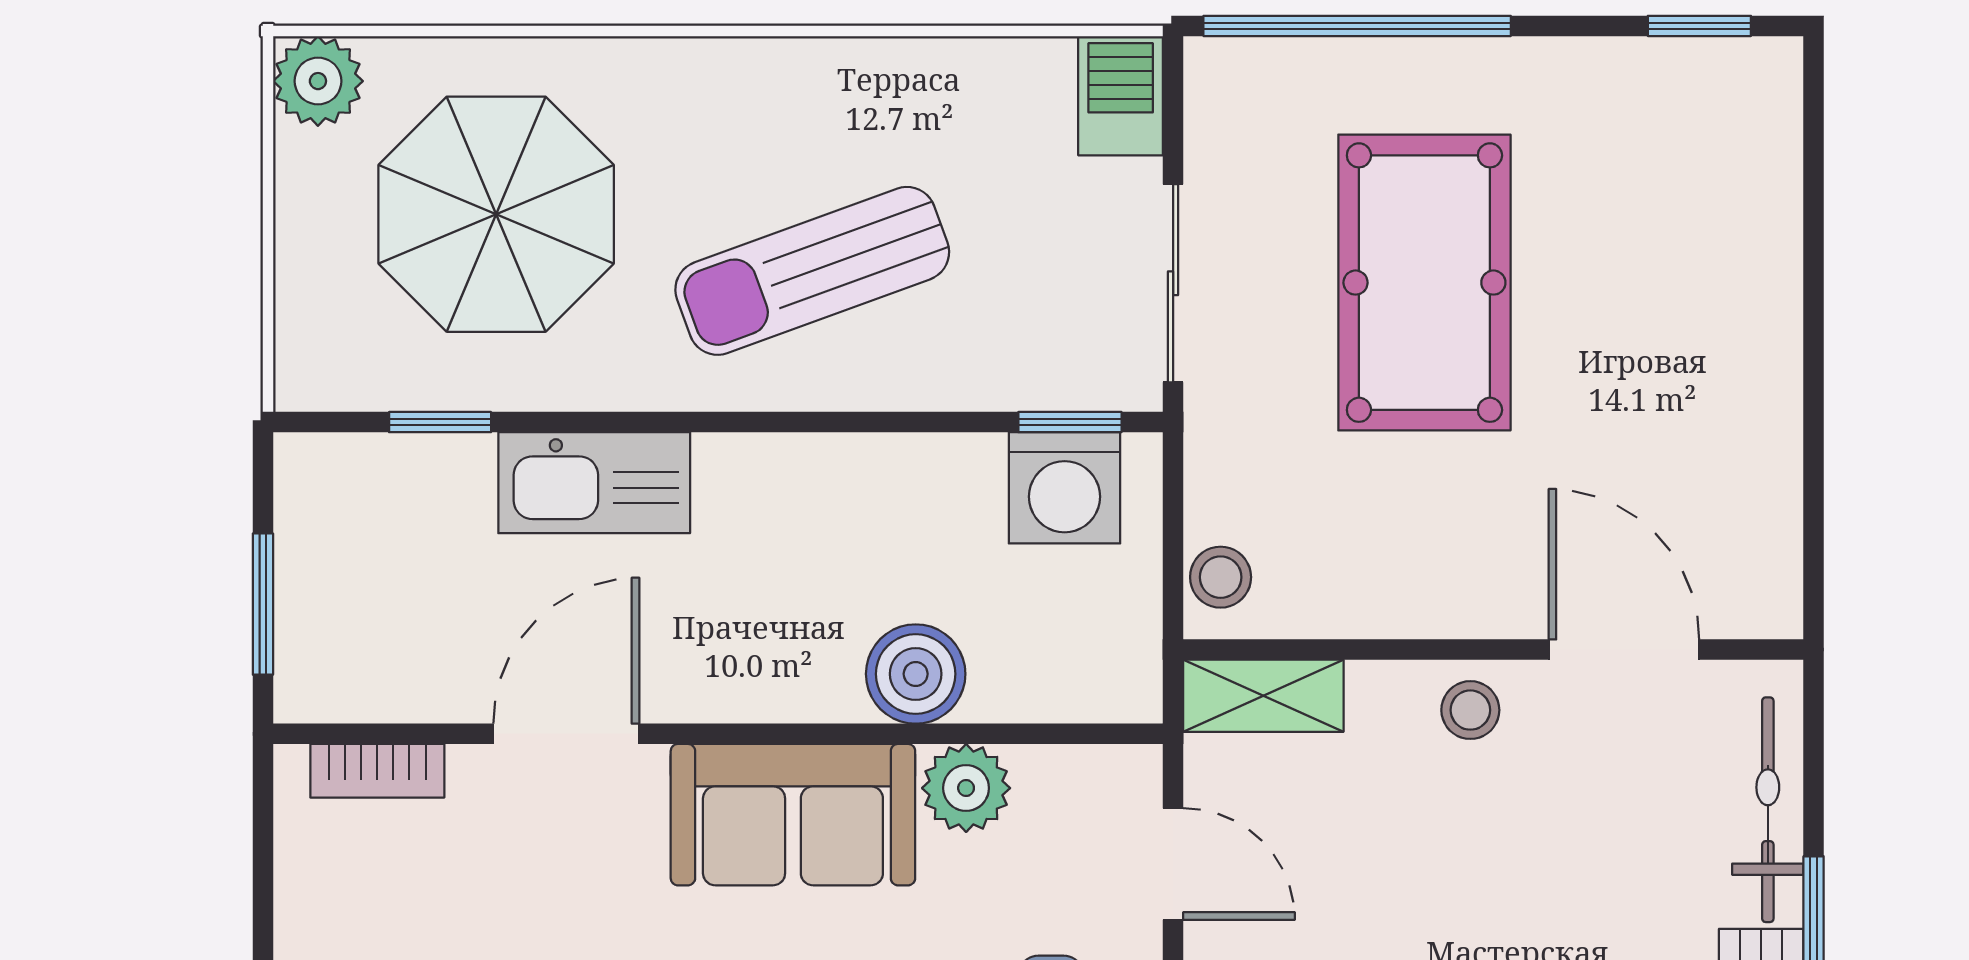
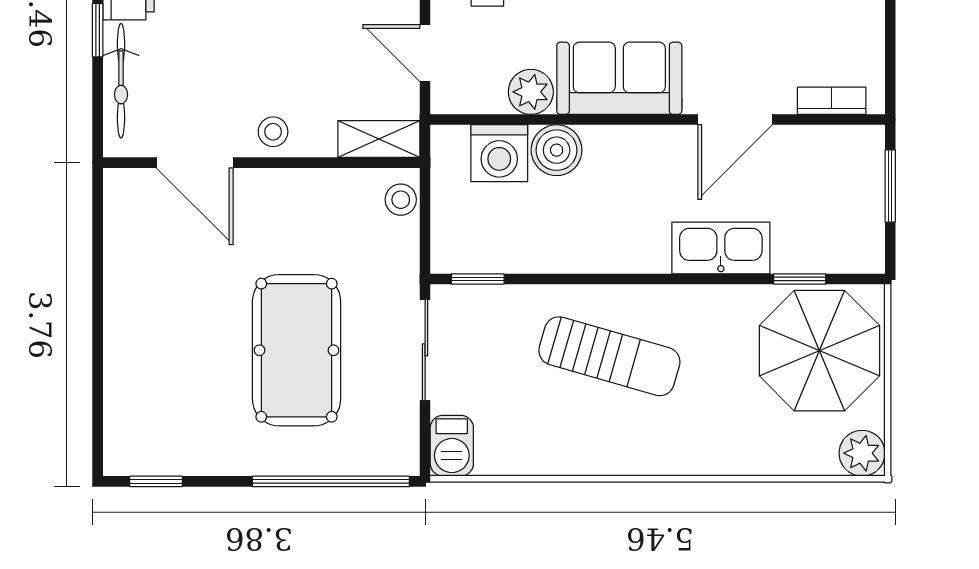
parasol: (496, 214) -> (819, 351), moved
sun lounger: (812, 271) -> (609, 356), turned 36
washing machine: (1065, 488) -> (499, 153), moved, turned 180

